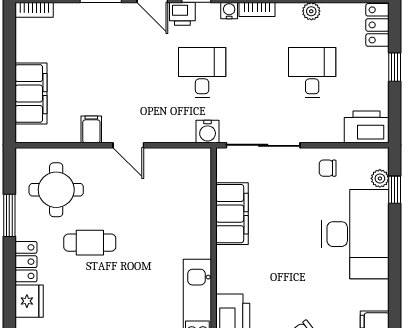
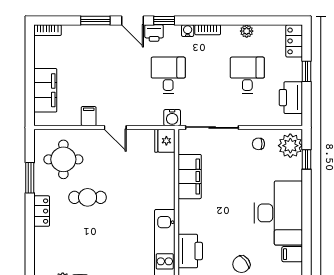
printer: (367, 127) -> (291, 98), moved, turned -90
plant: (380, 178) -> (290, 146), width x1.87, depth x1.87
desk: (355, 234) -> (278, 213), moved
fridge: (29, 301) -> (165, 141), moved, turned 180

